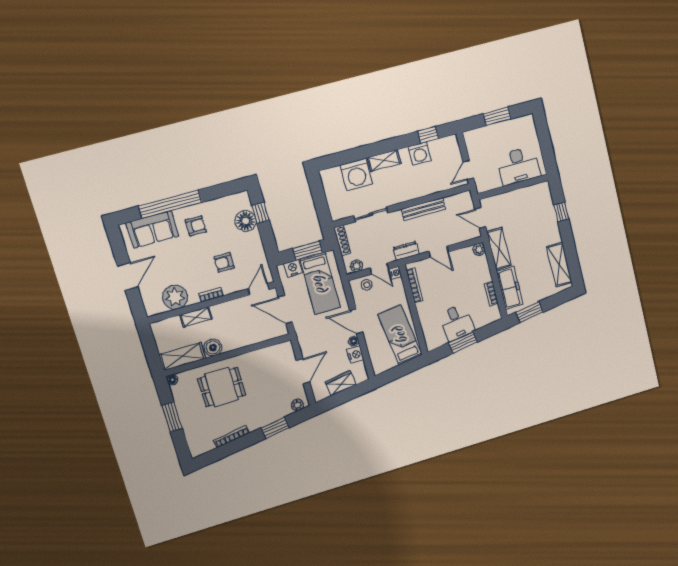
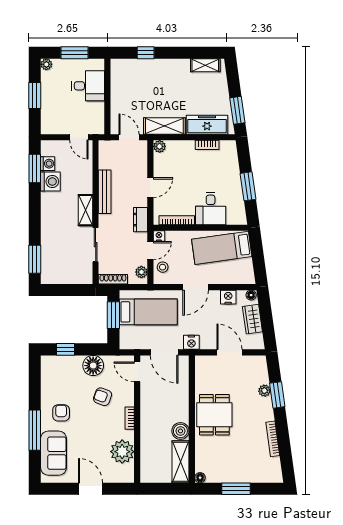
plant: (529, 120) -> (46, 64), added
window: (428, 135) -> (35, 169), width x1.50
window: (546, 144) -> (74, 53), added
window: (341, 158) -> (35, 259), added
shelving: (384, 161) -> (85, 210), moved
desk: (518, 166) -> (88, 86), width x0.73
washing machine: (356, 175) -> (48, 164), moved, width x0.53, depth x0.53
window: (170, 204) -> (35, 430), width x0.68
door: (480, 218) -> (129, 137), swing flipped
floor lamp: (246, 221) -> (93, 366), moved
armchair: (224, 262) -> (103, 397), turned 110
shelving: (559, 265) -> (205, 65), width x0.67, depth x0.75
nightstand: (293, 268) -> (191, 342), moved, turned -90
door: (285, 310) -> (164, 352), hinge flipped
shelving: (196, 317) -> (147, 438), removed
desk: (457, 322) -> (211, 209), moved, turned 98
floor lamp: (354, 341) -> (251, 295), moved
dining table: (222, 387) -> (214, 415), moved
plant: (297, 405) -> (264, 391), moved

